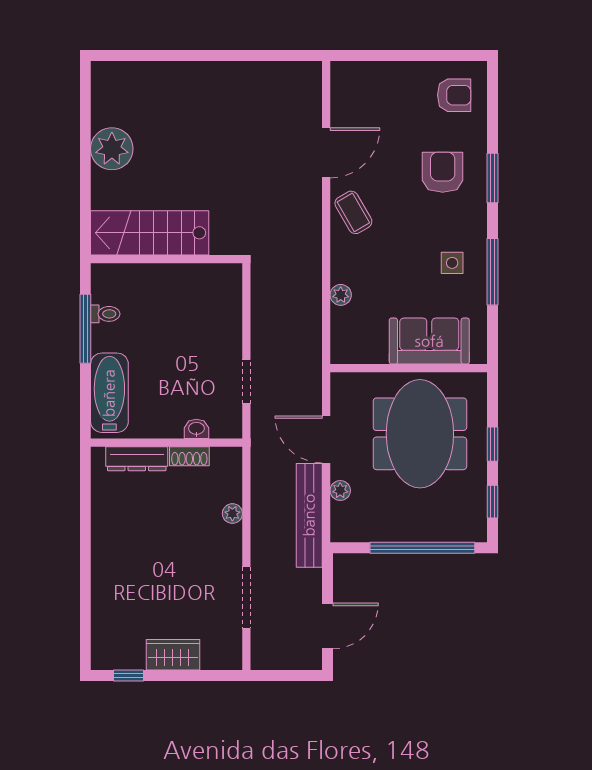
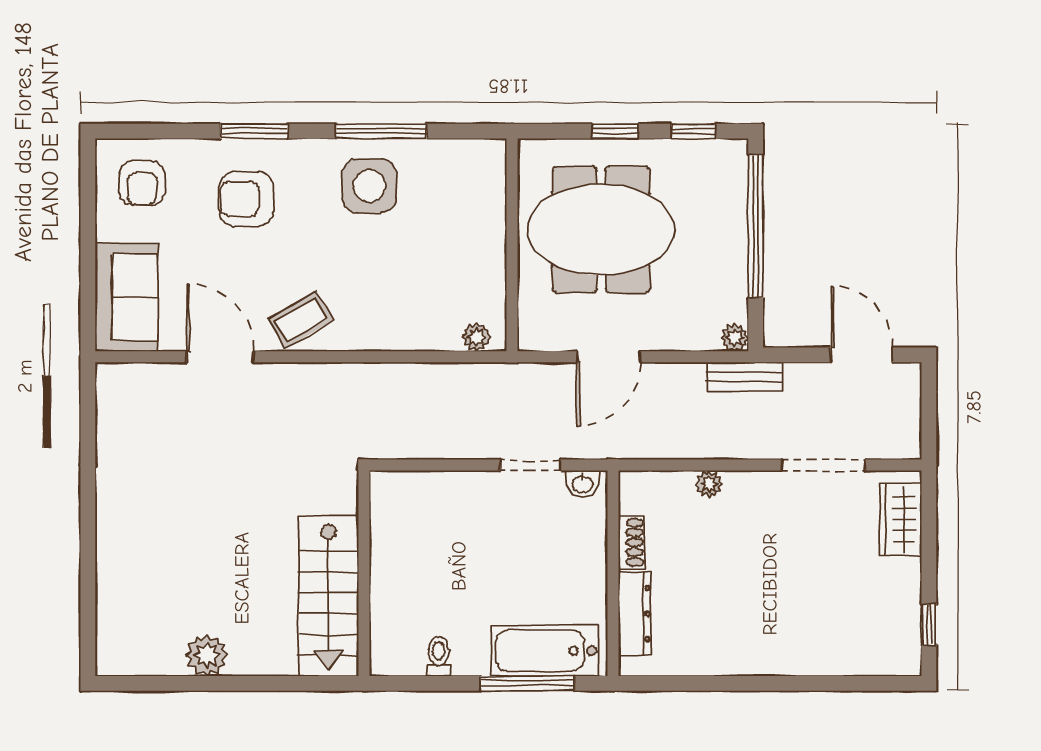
armchair: (454, 95) -> (142, 183), turned 180
plant: (112, 149) -> (207, 655), width x0.73, depth x0.73
side table: (452, 263) -> (369, 186), width x1.87, depth x1.87
plant: (341, 295) -> (476, 337), moved
window: (85, 329) -> (527, 683), moved
sofa: (429, 341) -> (127, 297), moved, turned 180
washbasin: (196, 429) -> (583, 484), moved, turned -90
plant: (340, 490) -> (735, 338), moved
bench: (309, 515) -> (744, 377), width x0.54, depth x0.82
wardrobe: (173, 655) -> (901, 519), moved

